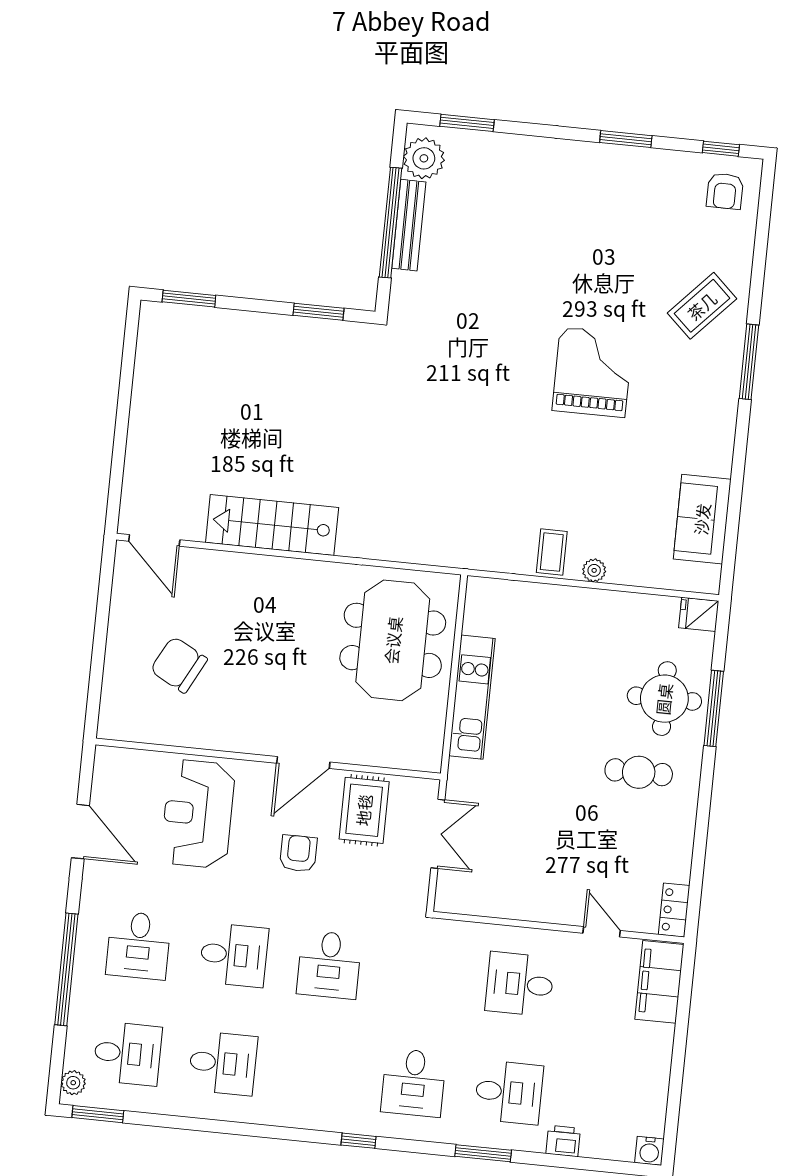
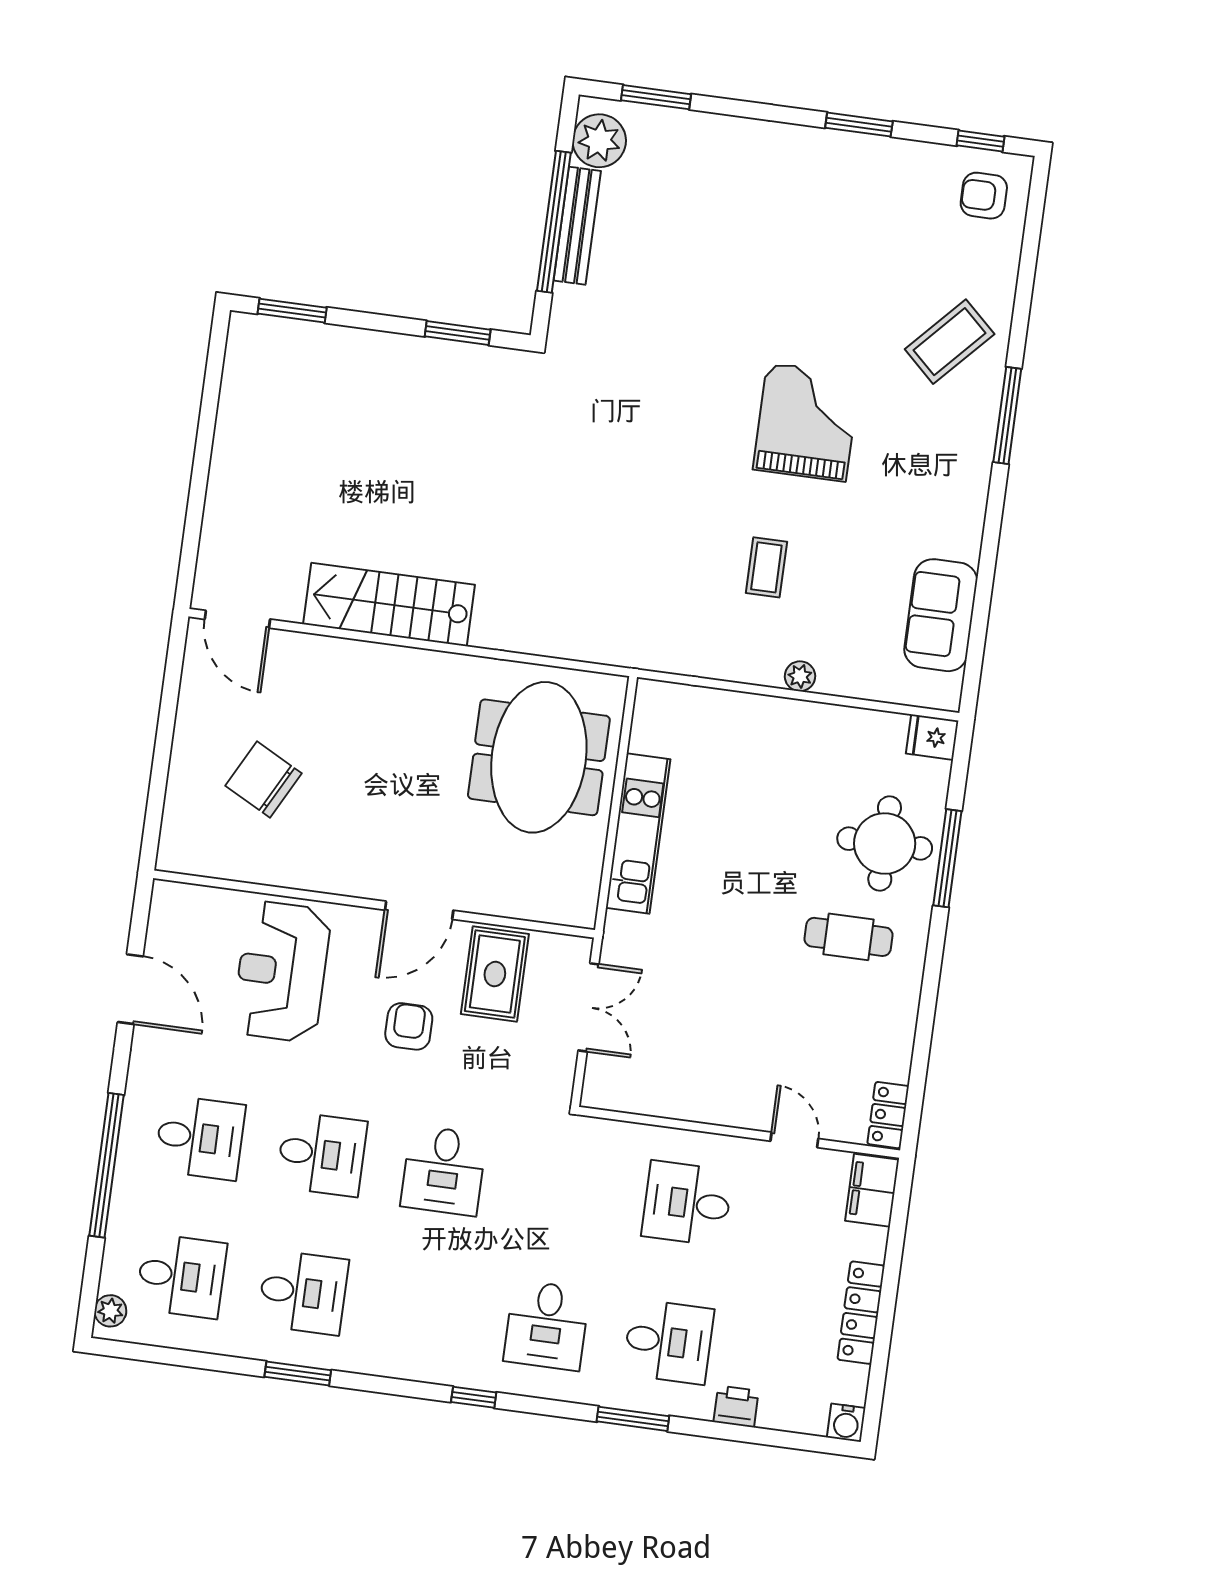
armchair: (725, 191) -> (984, 196), turned 90
coffee table: (552, 552) -> (766, 567), moved
desk: (138, 945) -> (200, 1138), turned -90
filing cabinet: (659, 982) -> (872, 1190), width x0.67, depth x0.86
locker: (658, 1065) -> (861, 1313), added
window: (98, 1114) -> (298, 1373), moved

